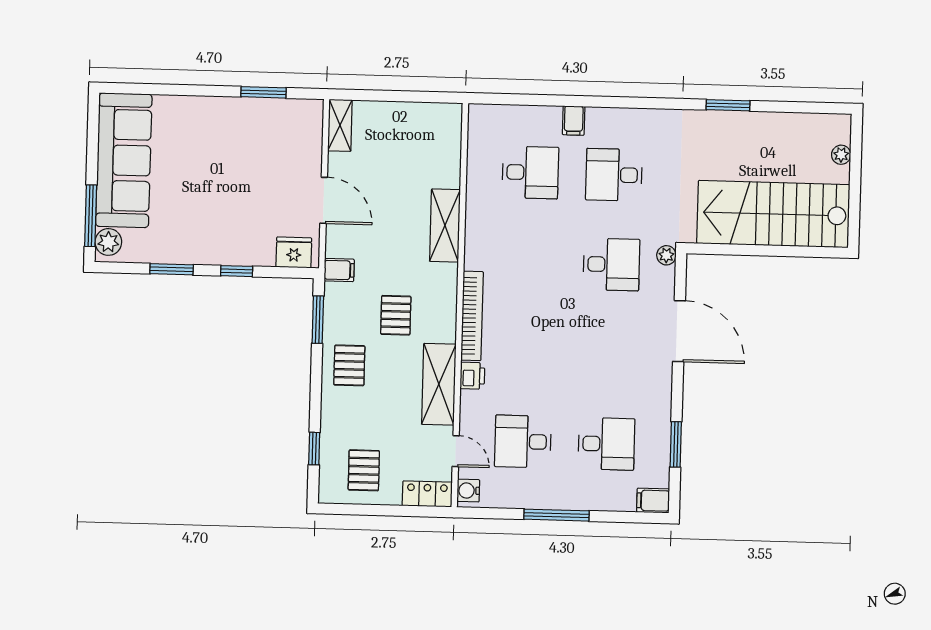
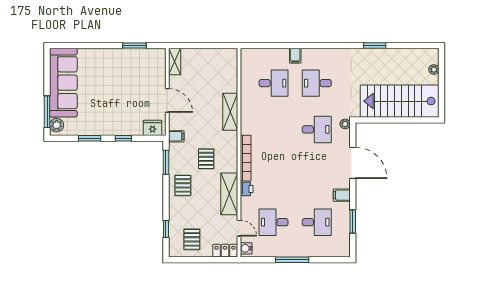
filing cabinet: (653, 501) -> (342, 195), moved

